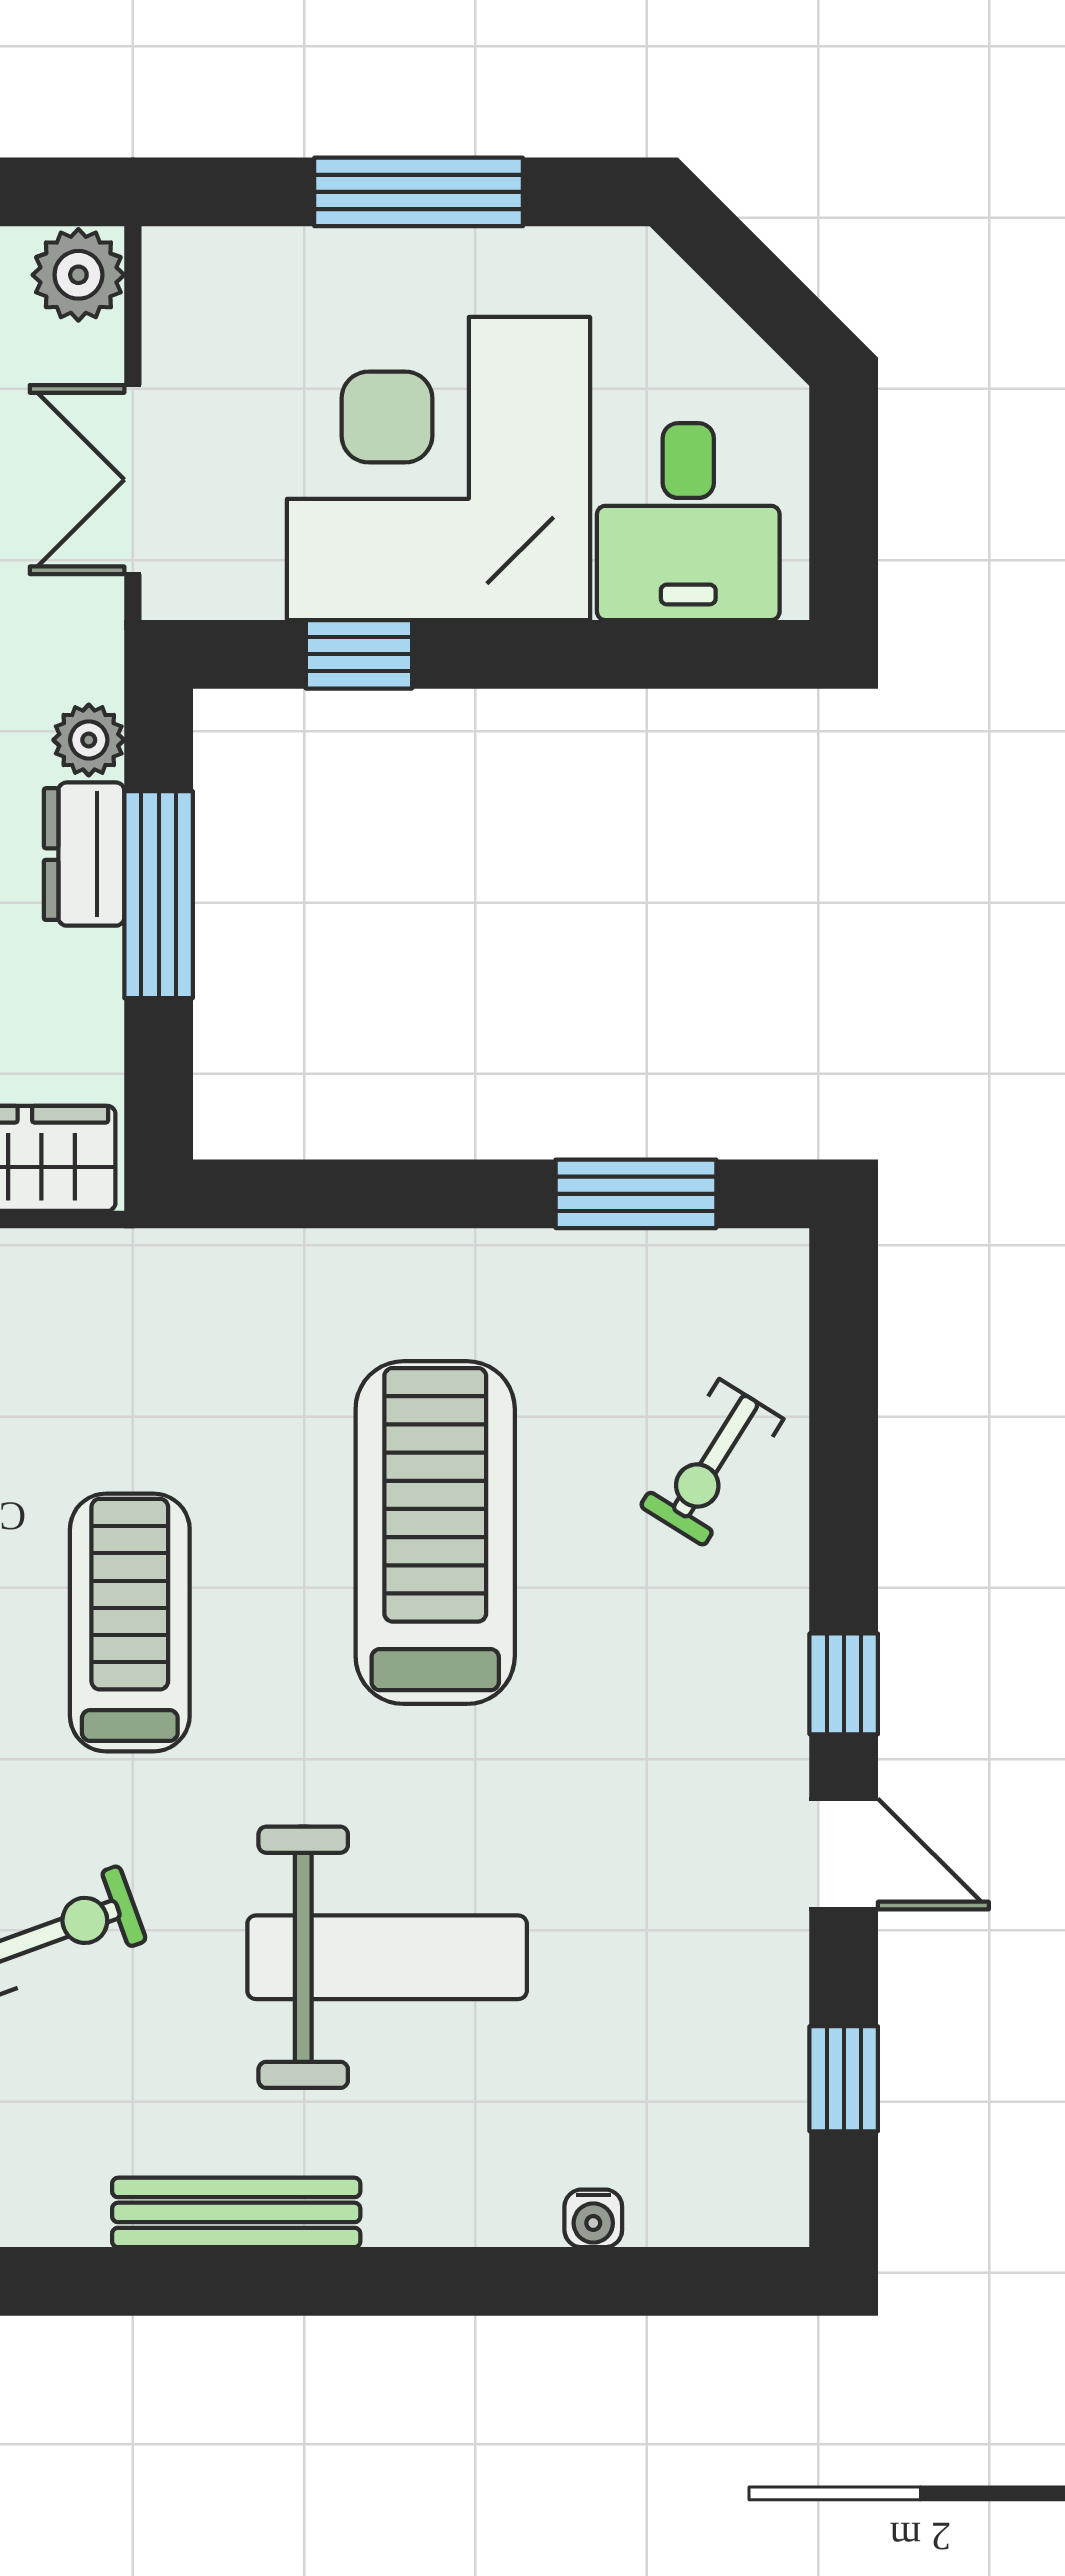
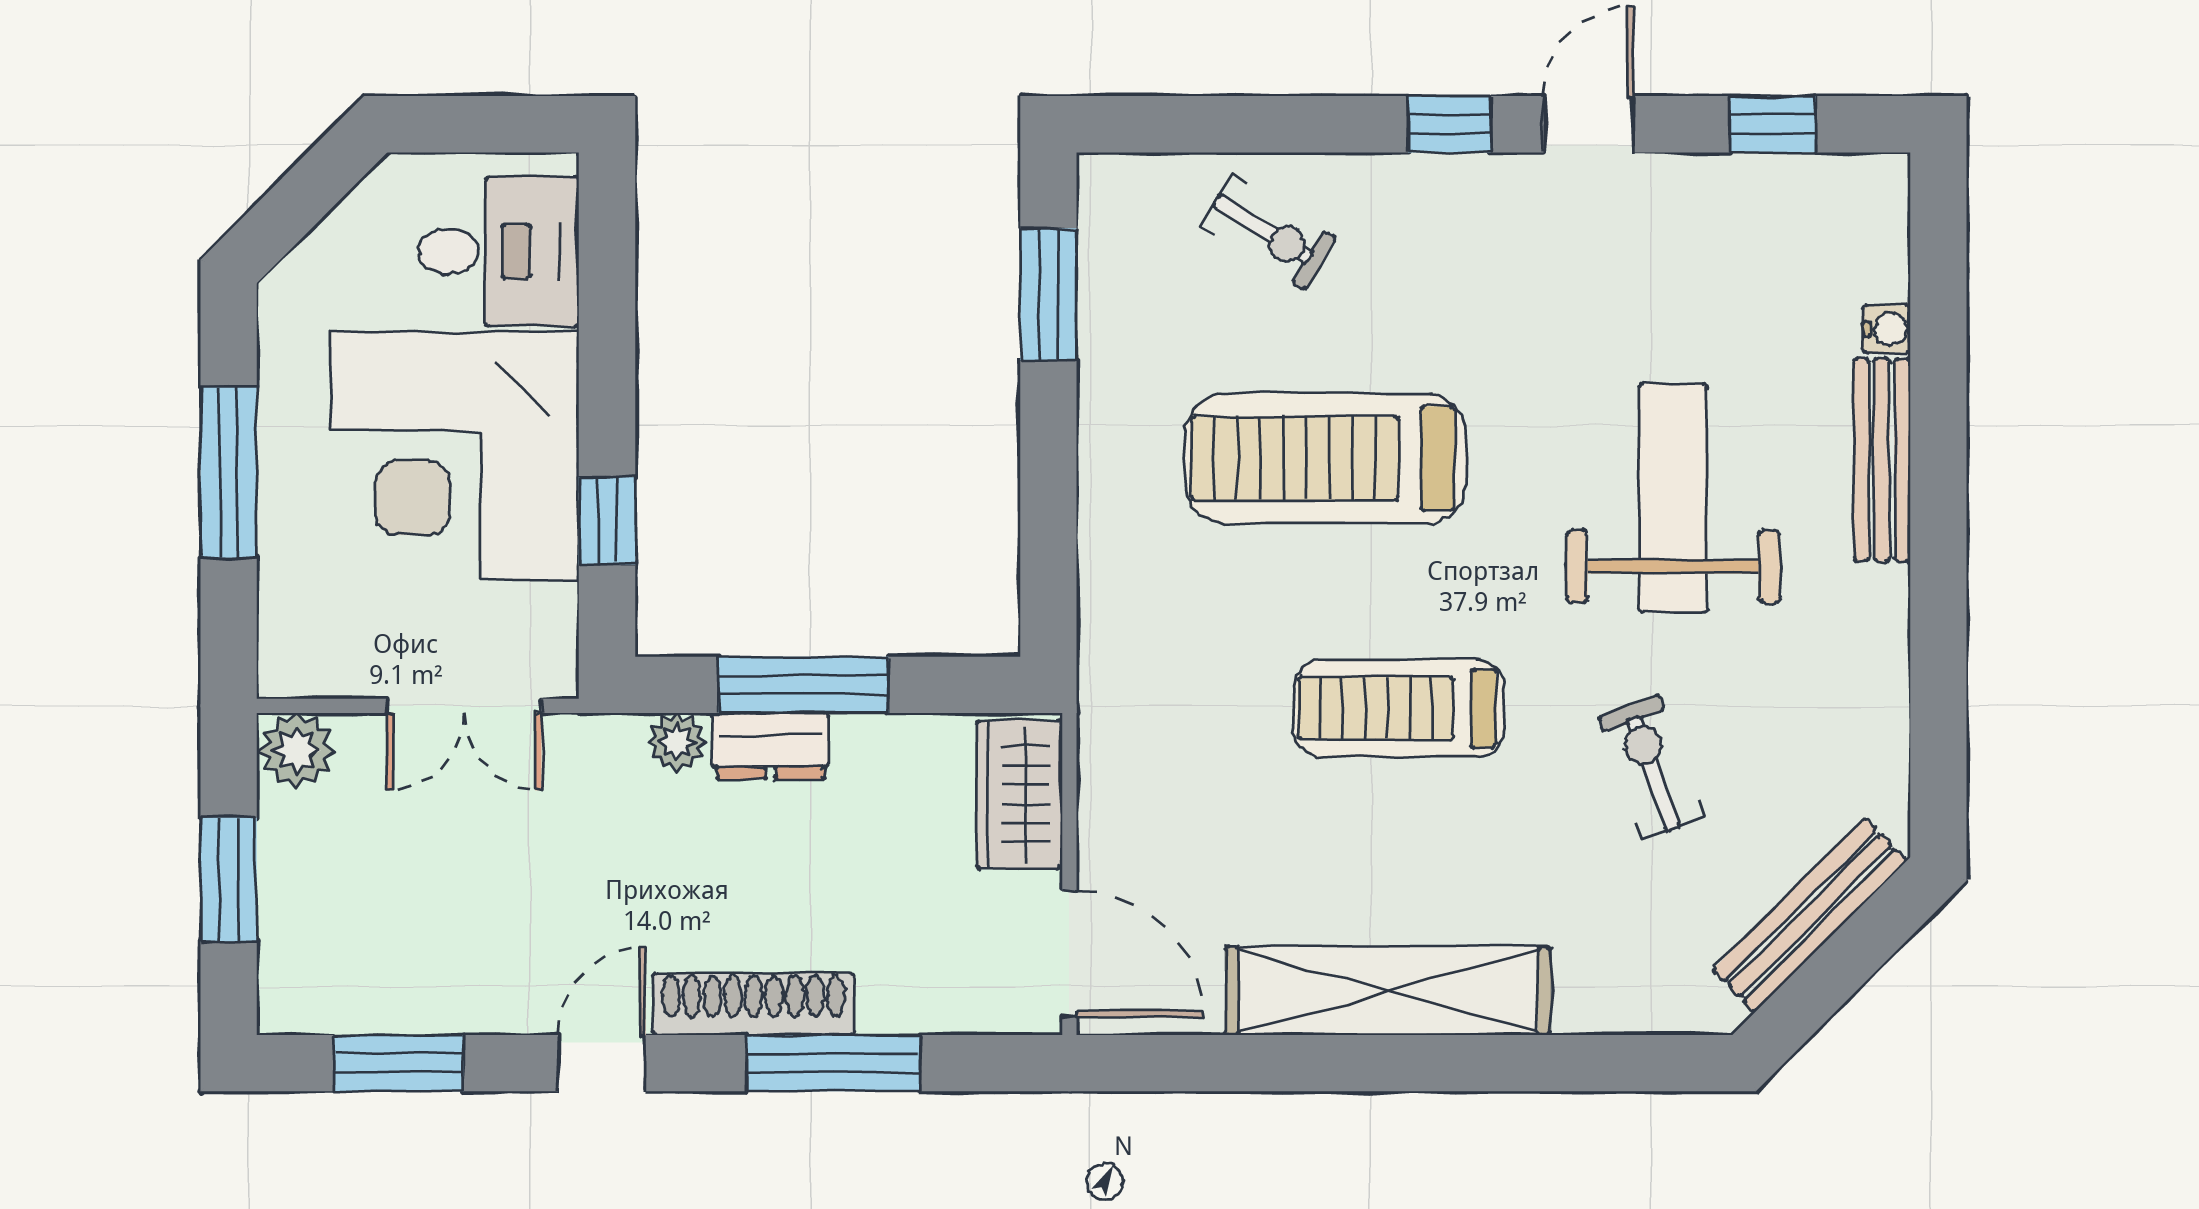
bench: (236, 2212) -> (1882, 460), moved

